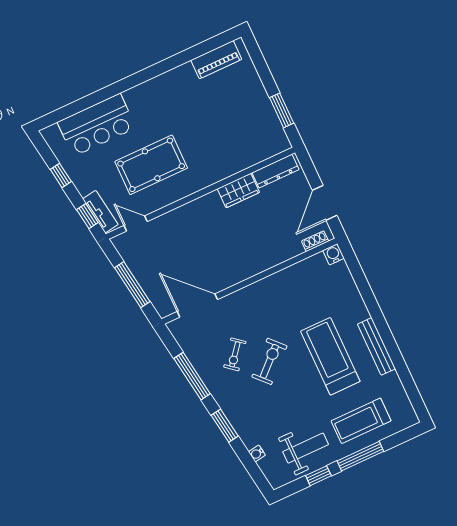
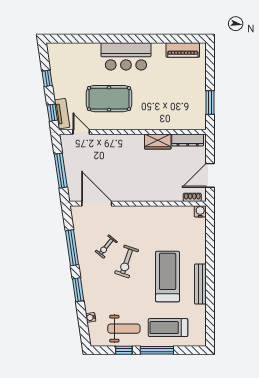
bar counter: (97, 125) -> (126, 56), moved
exercise bike: (269, 361) -> (127, 262), turned 152

